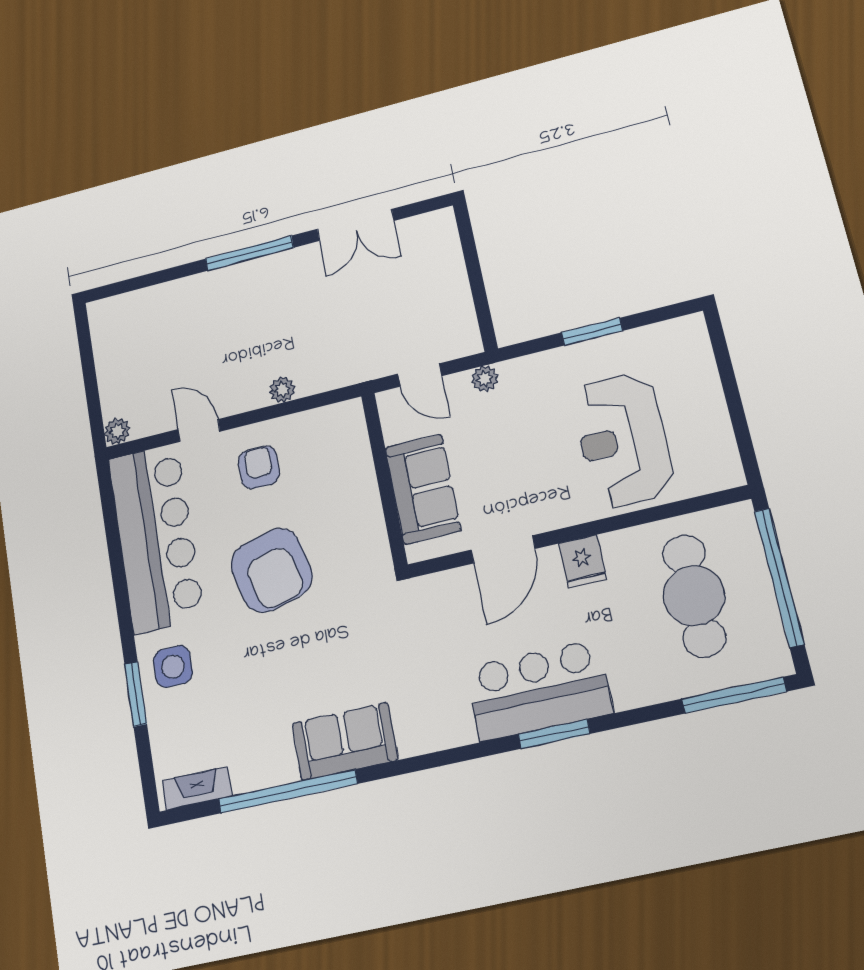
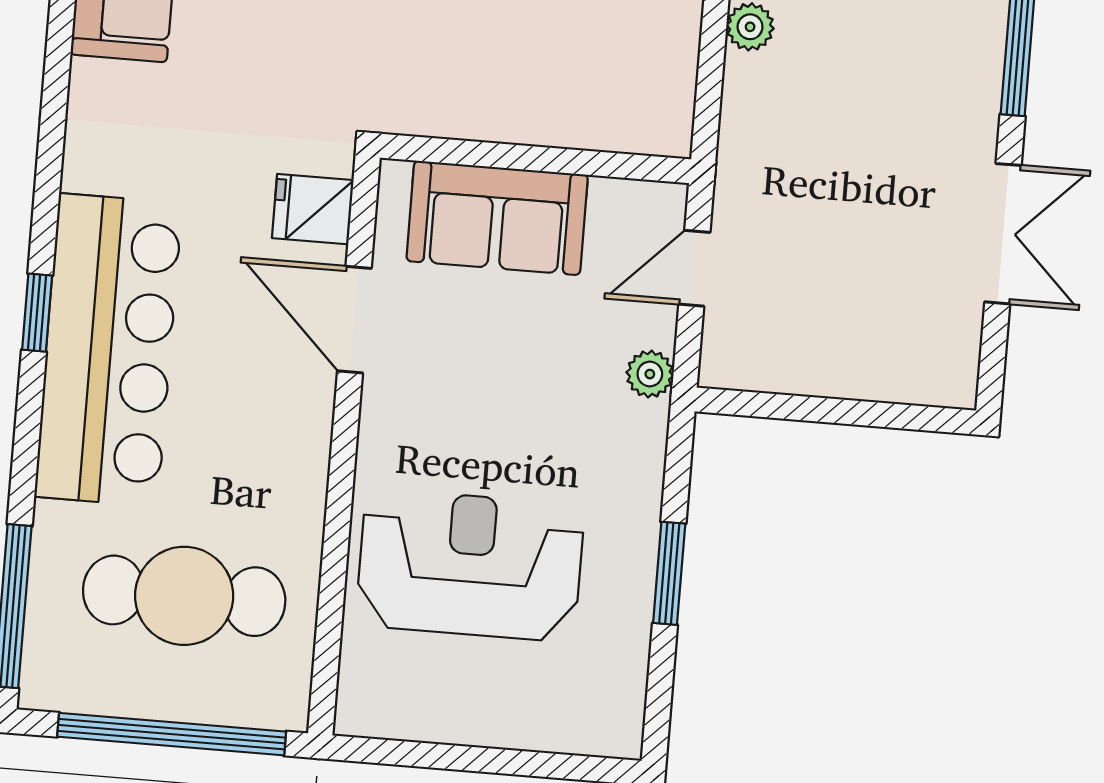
double door: (356, 225) -> (1003, 234), swing flipped
fridge: (583, 561) -> (313, 209), moved
bar counter: (539, 690) -> (108, 350), width x1.36
window: (554, 734) -> (37, 313), width x0.67

